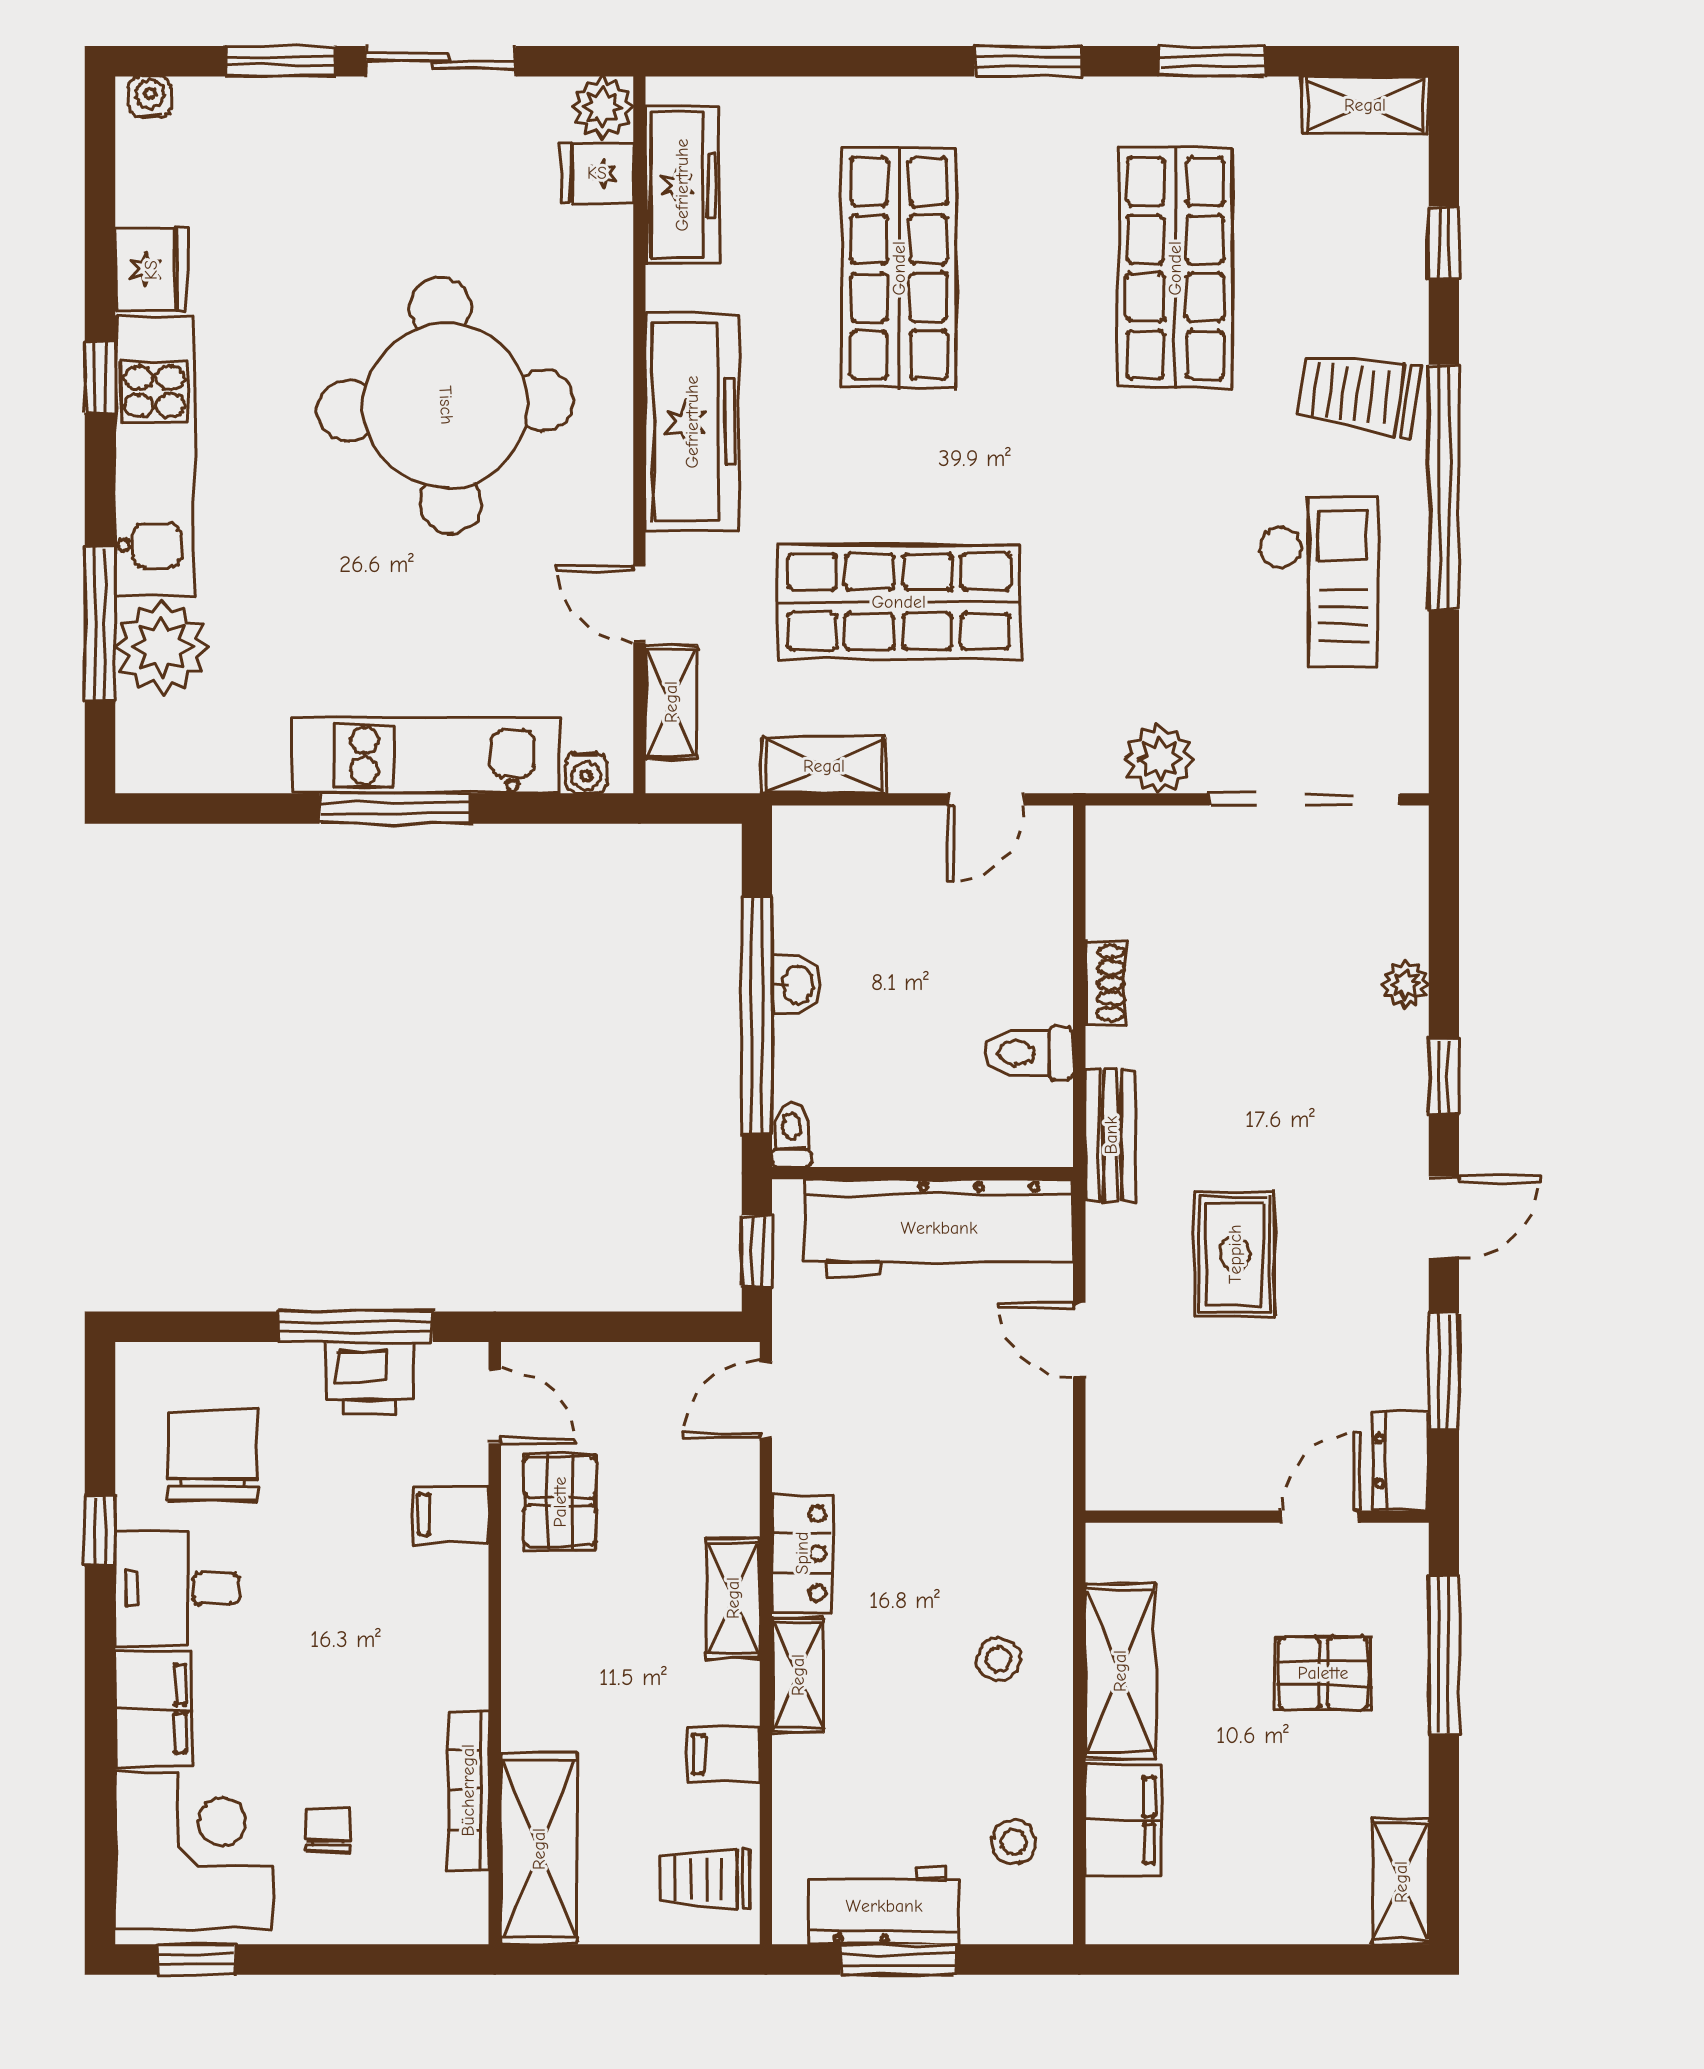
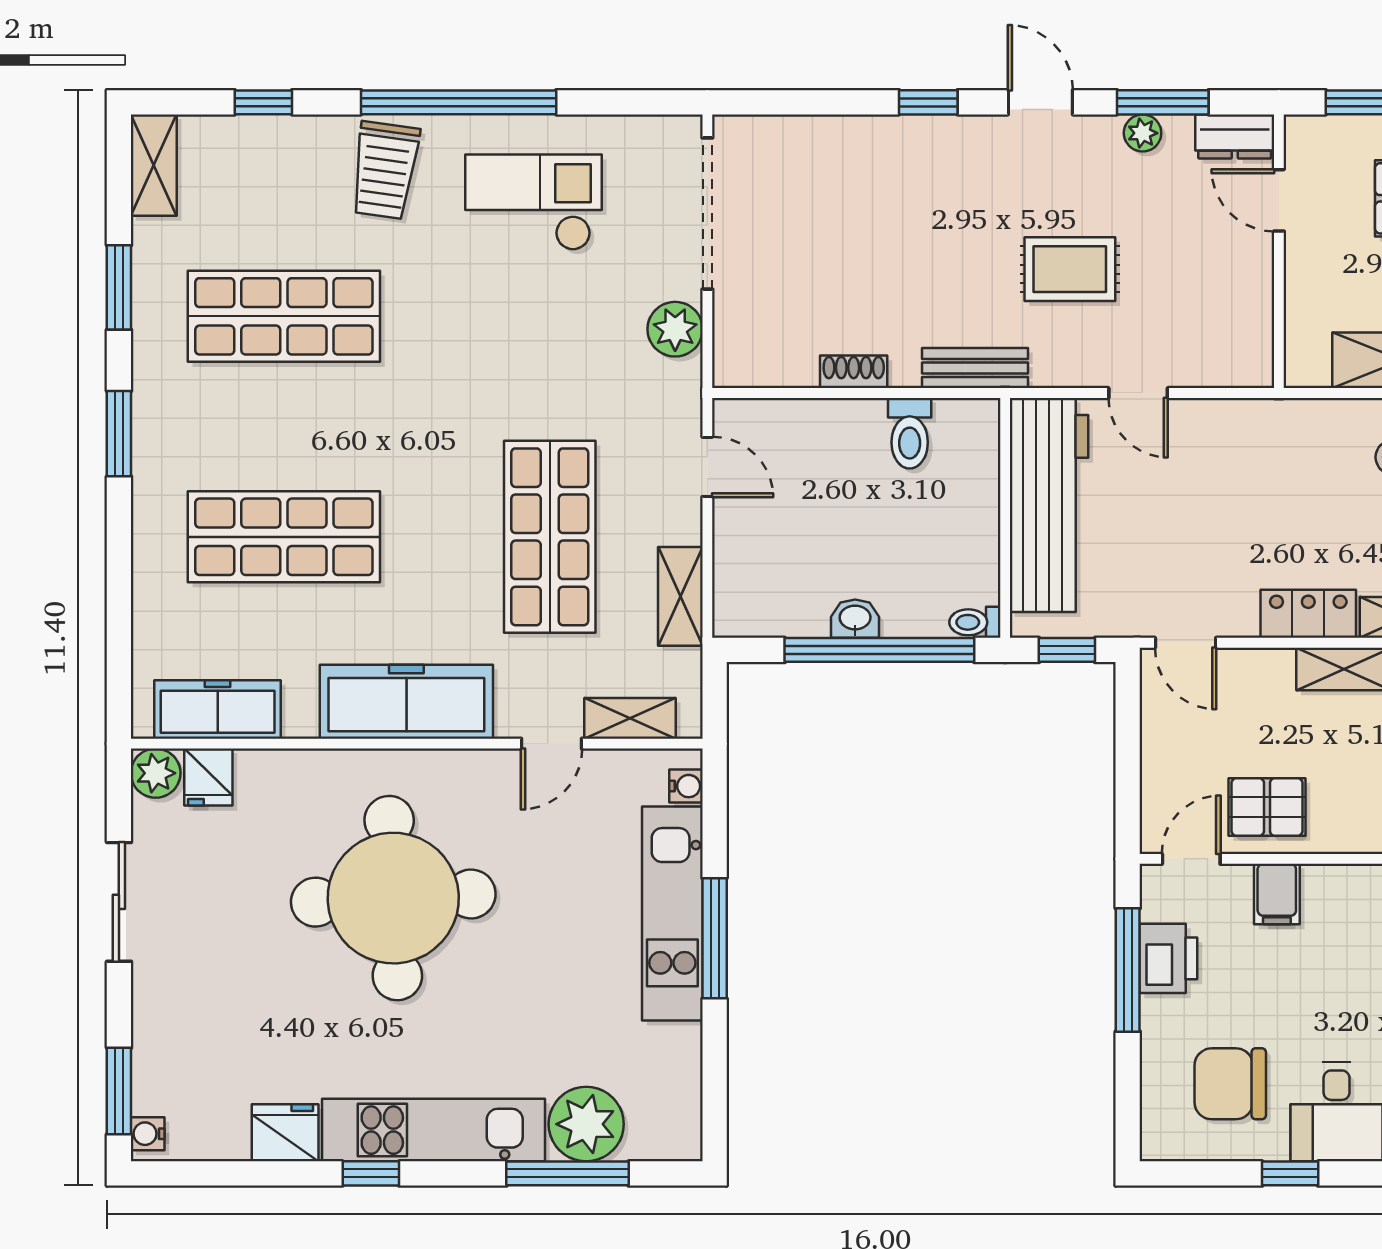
window: (281, 61) -> (119, 1091), moved
plant: (1405, 985) -> (1143, 133), moved
door: (1079, 1340) -> (1138, 393), hinge flipped

